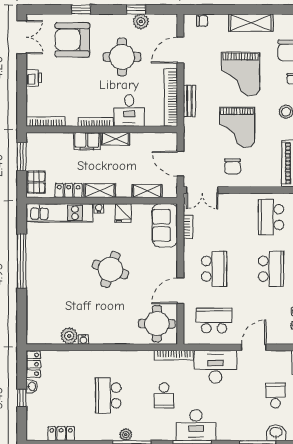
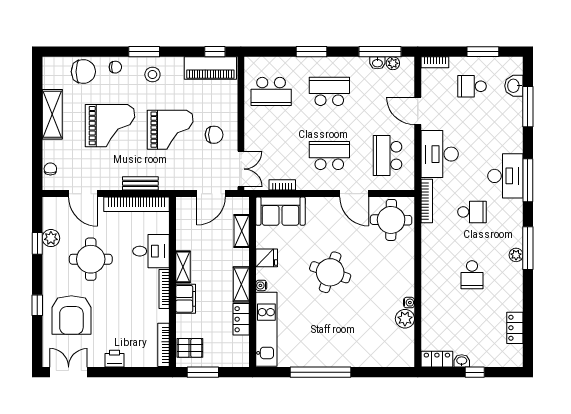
pallet: (36, 182) -> (190, 348), moved
school desk: (108, 395) -> (472, 275), width x0.54

